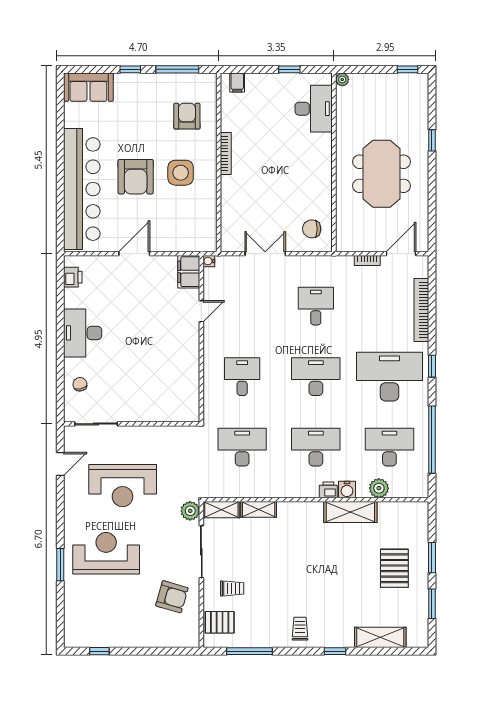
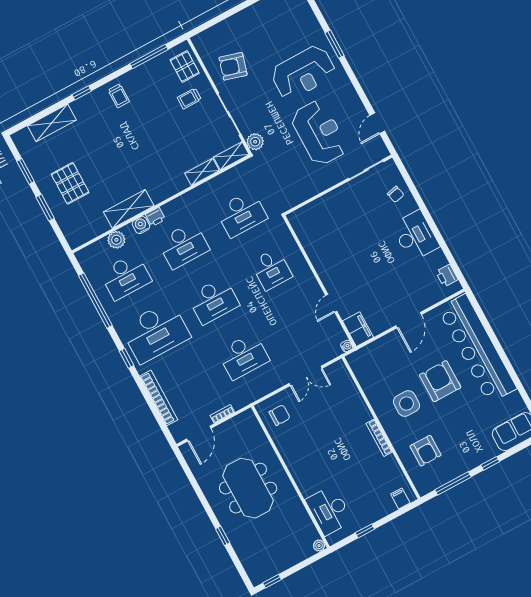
desk: (316, 306) -> (243, 356), width x1.37
reception desk: (123, 486) -> (319, 133), turned 90
pallet: (220, 622) -> (185, 67), turned 90

